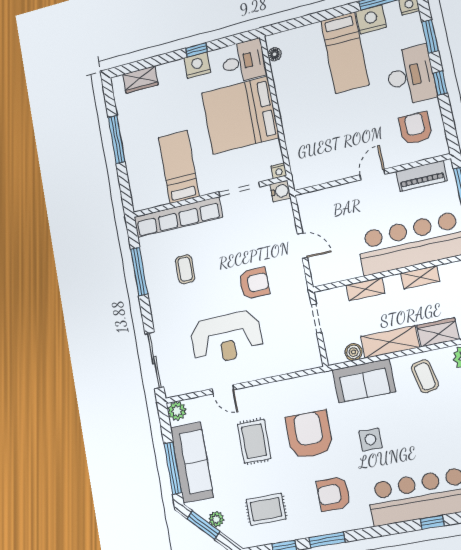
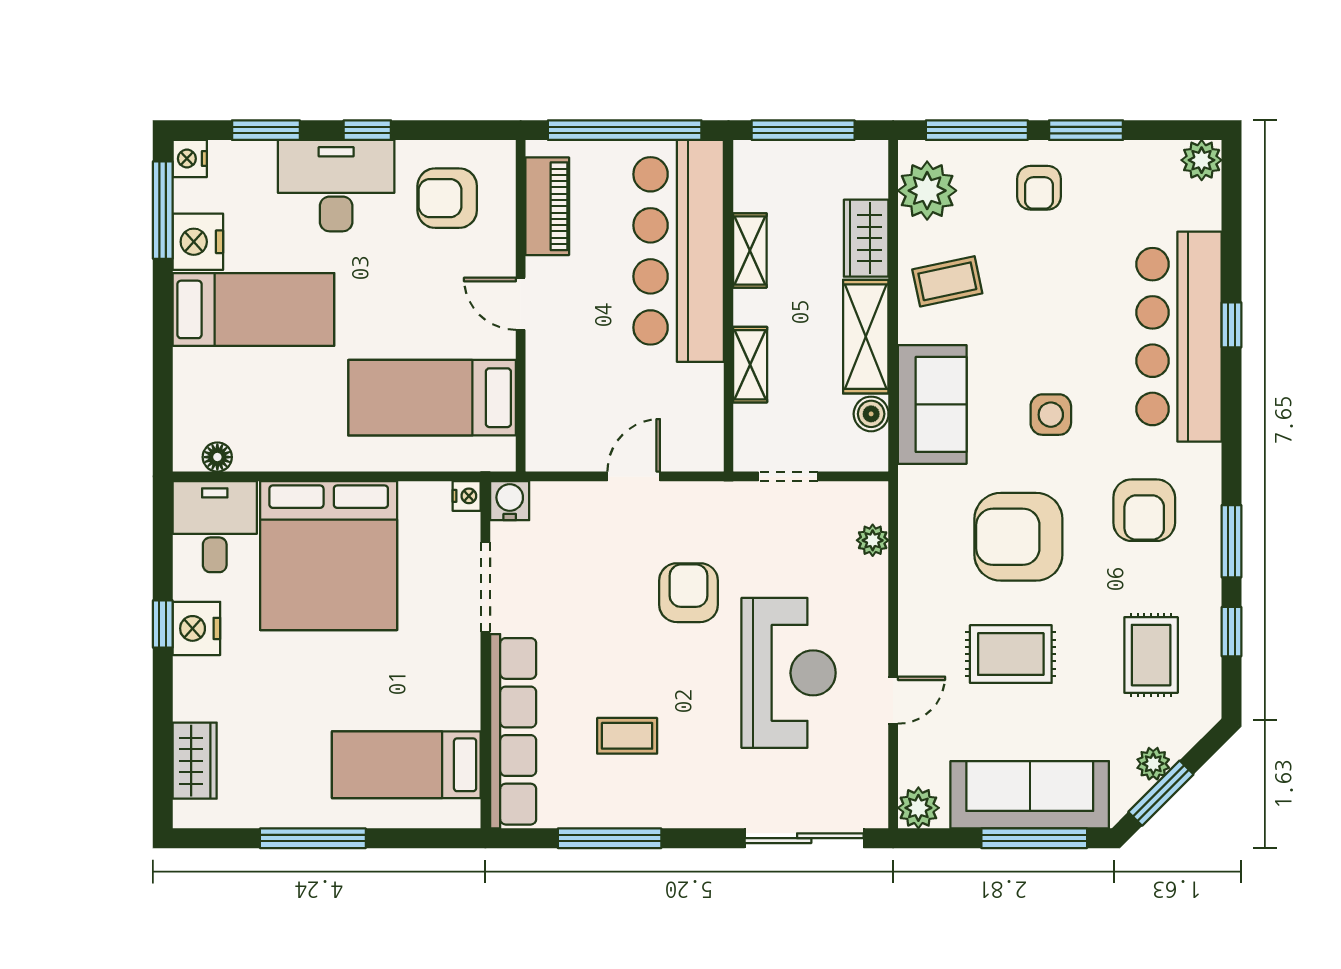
bed: (320, 144) -> (432, 398), added
bed: (179, 167) -> (406, 765), moved
plant: (294, 365) -> (873, 540), added

